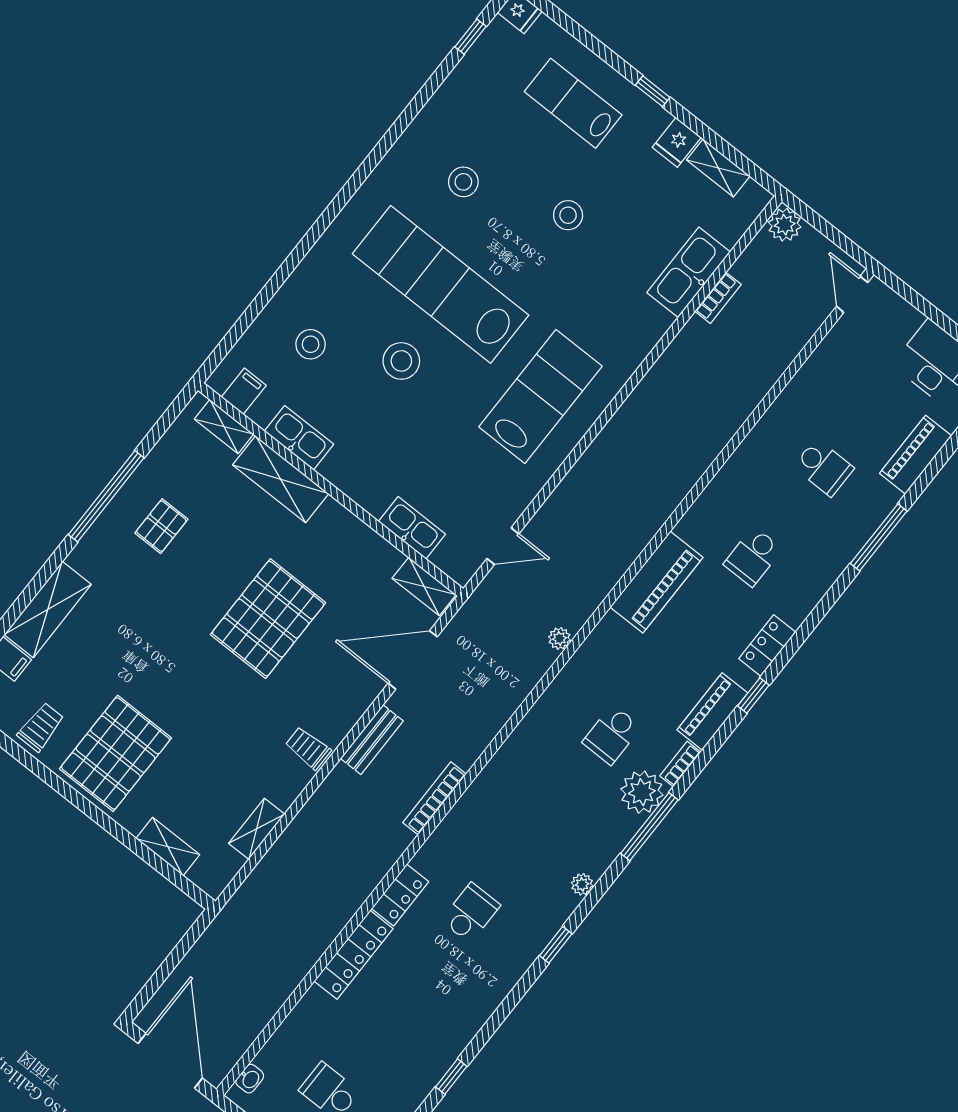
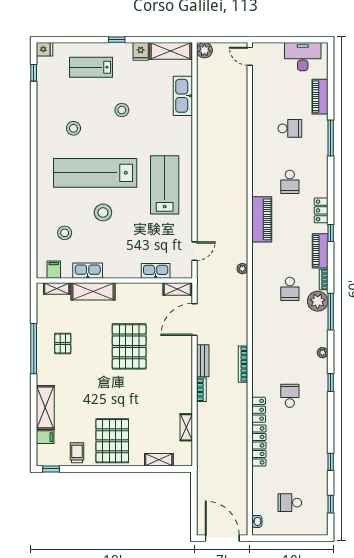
shelving: (718, 168) -> (170, 51), width x1.50, depth x1.33
bookcase: (718, 298) -> (201, 390), moved
trolley: (308, 748) -> (182, 383), removed

